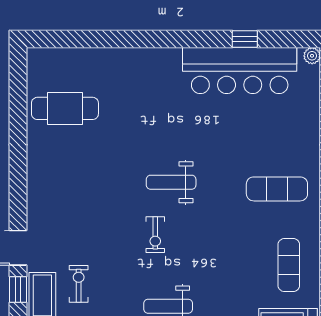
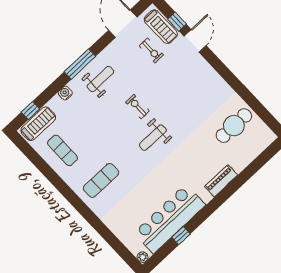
piano: (139, 59) -> (221, 181), added
weight bench: (171, 182) -> (153, 138), turned 180

